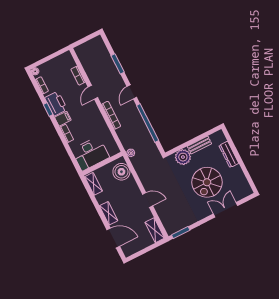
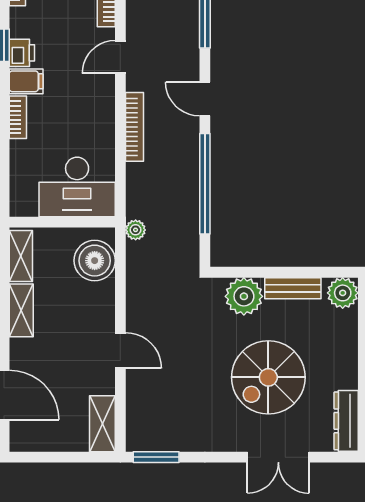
door: (132, 92) -> (205, 99), hinge flipped
printer: (56, 104) -> (22, 53), width x0.53, depth x0.68
plant: (219, 137) -> (343, 293), added
desk: (90, 154) -> (77, 187), moved
dresser: (229, 154) -> (346, 421), moved
double door: (226, 210) -> (278, 457), swing flipped
shelving: (109, 213) -> (21, 310), moved

